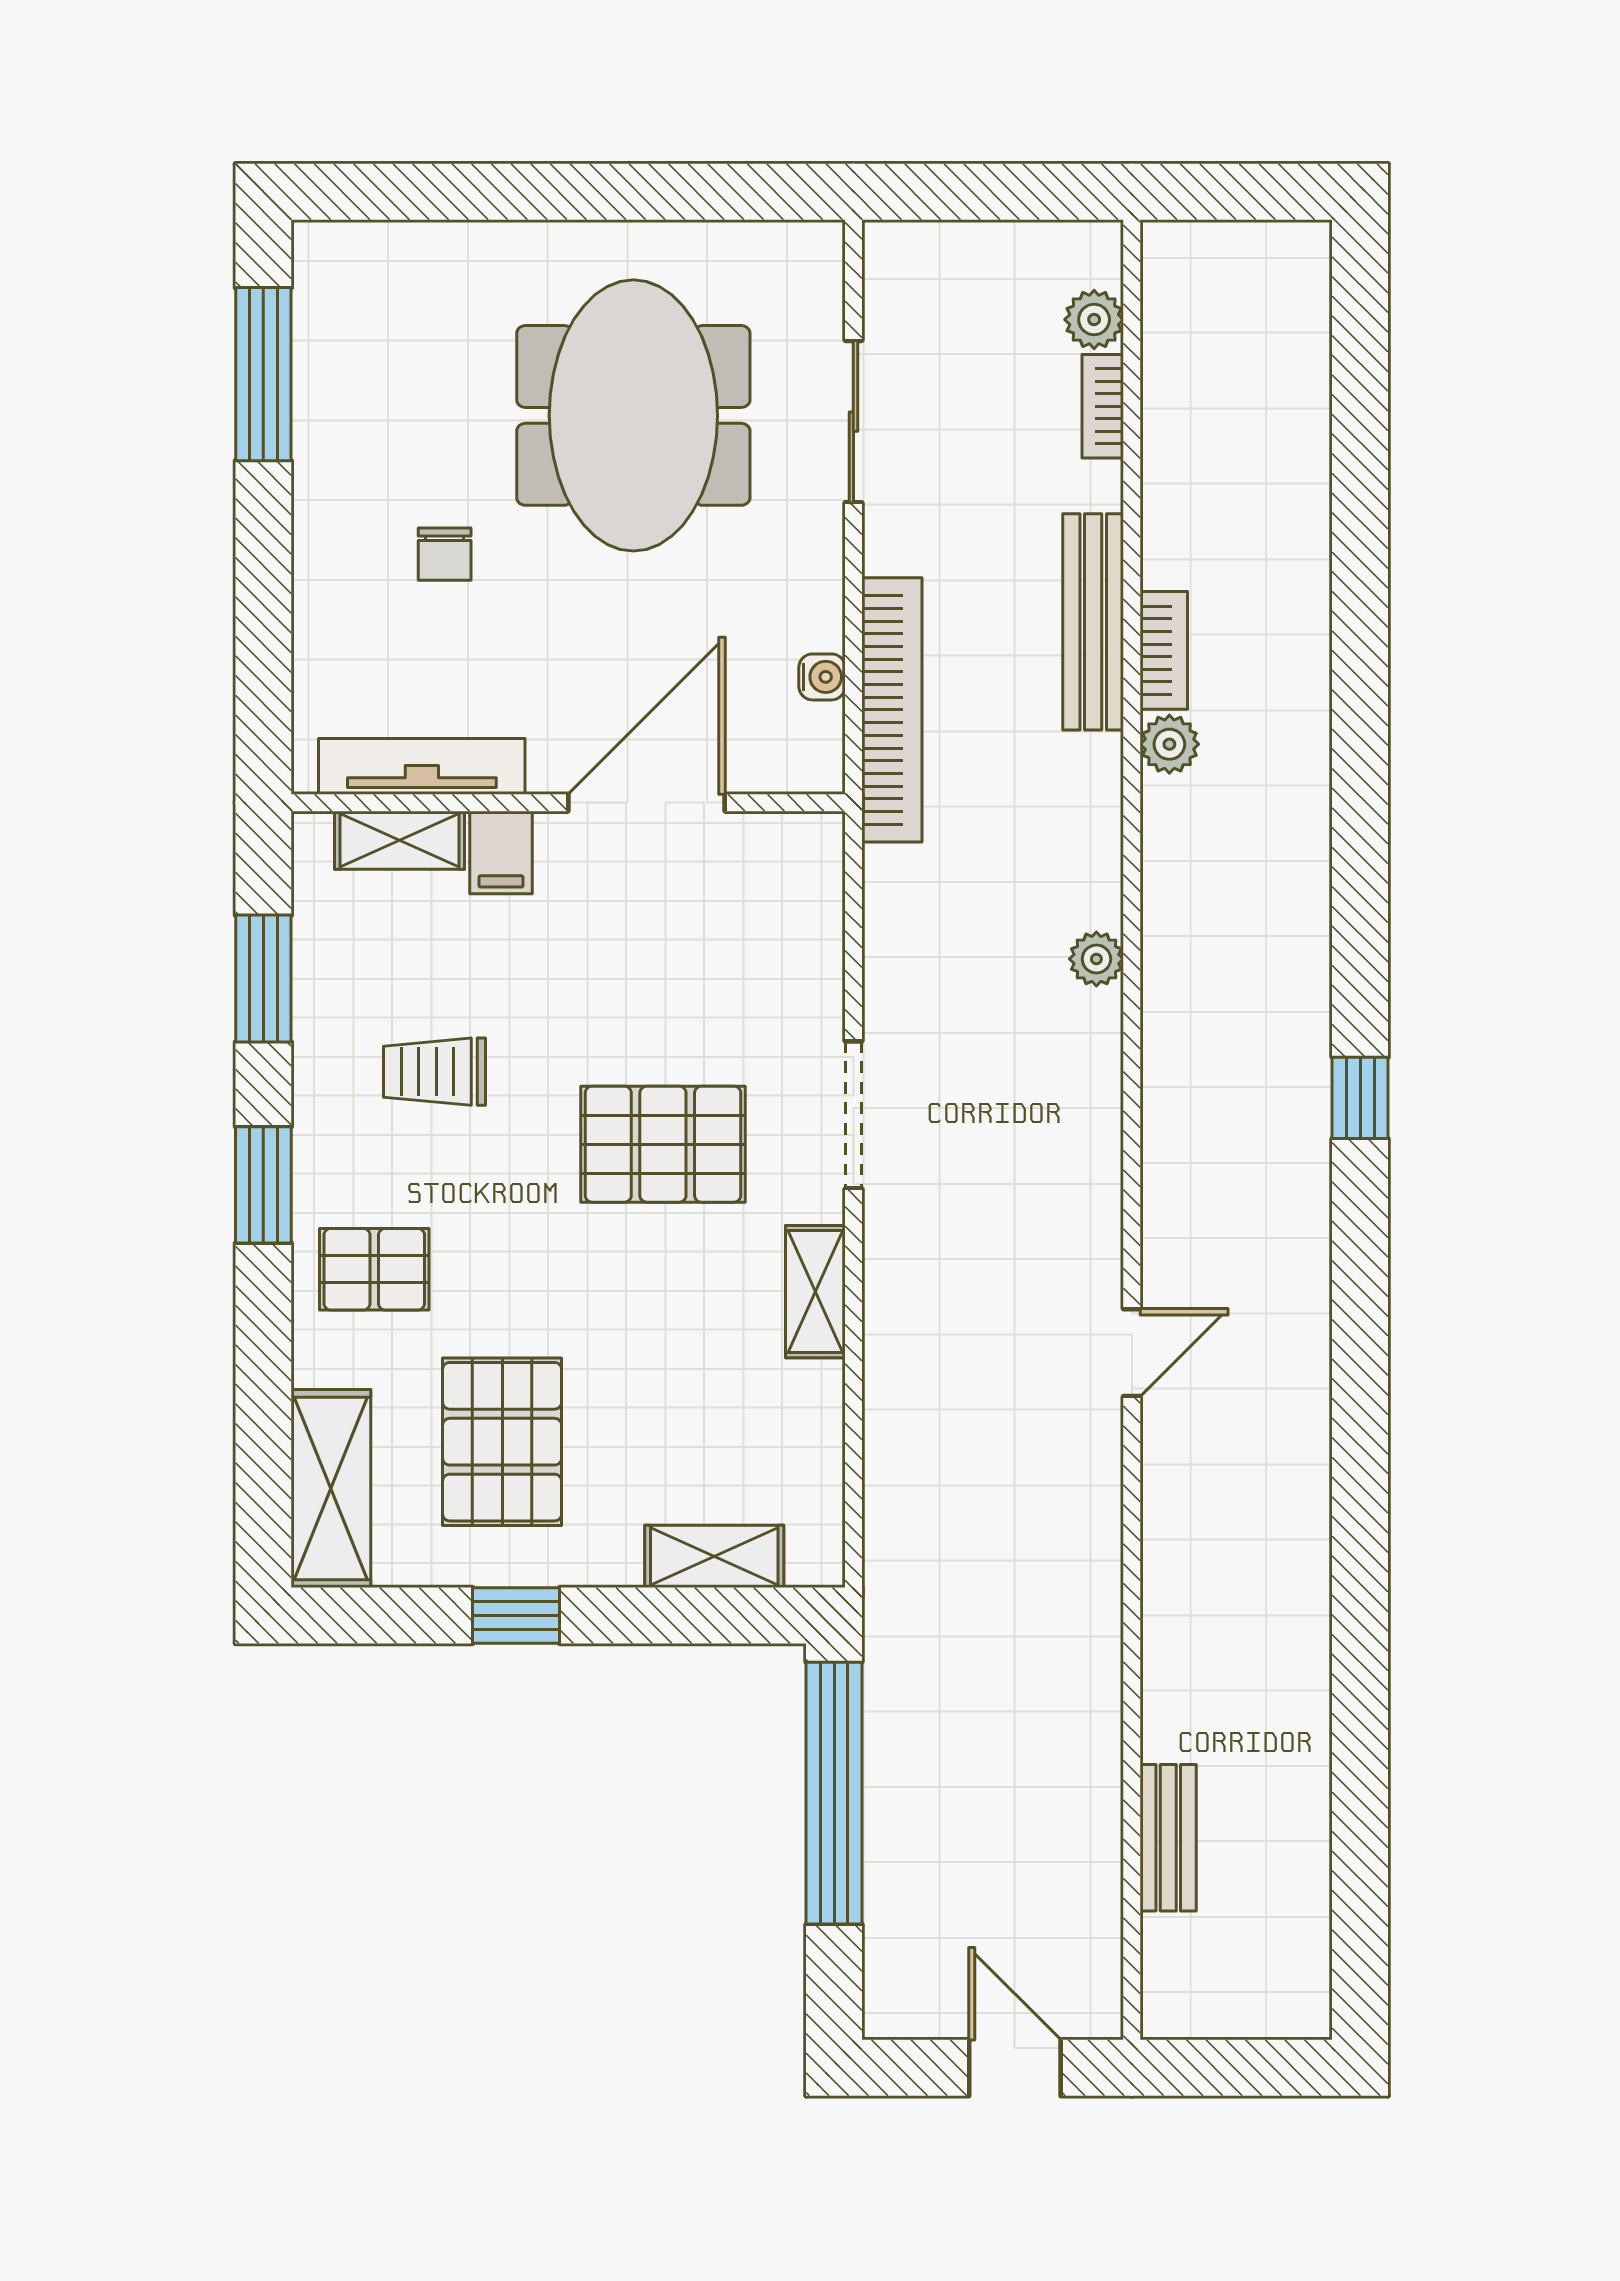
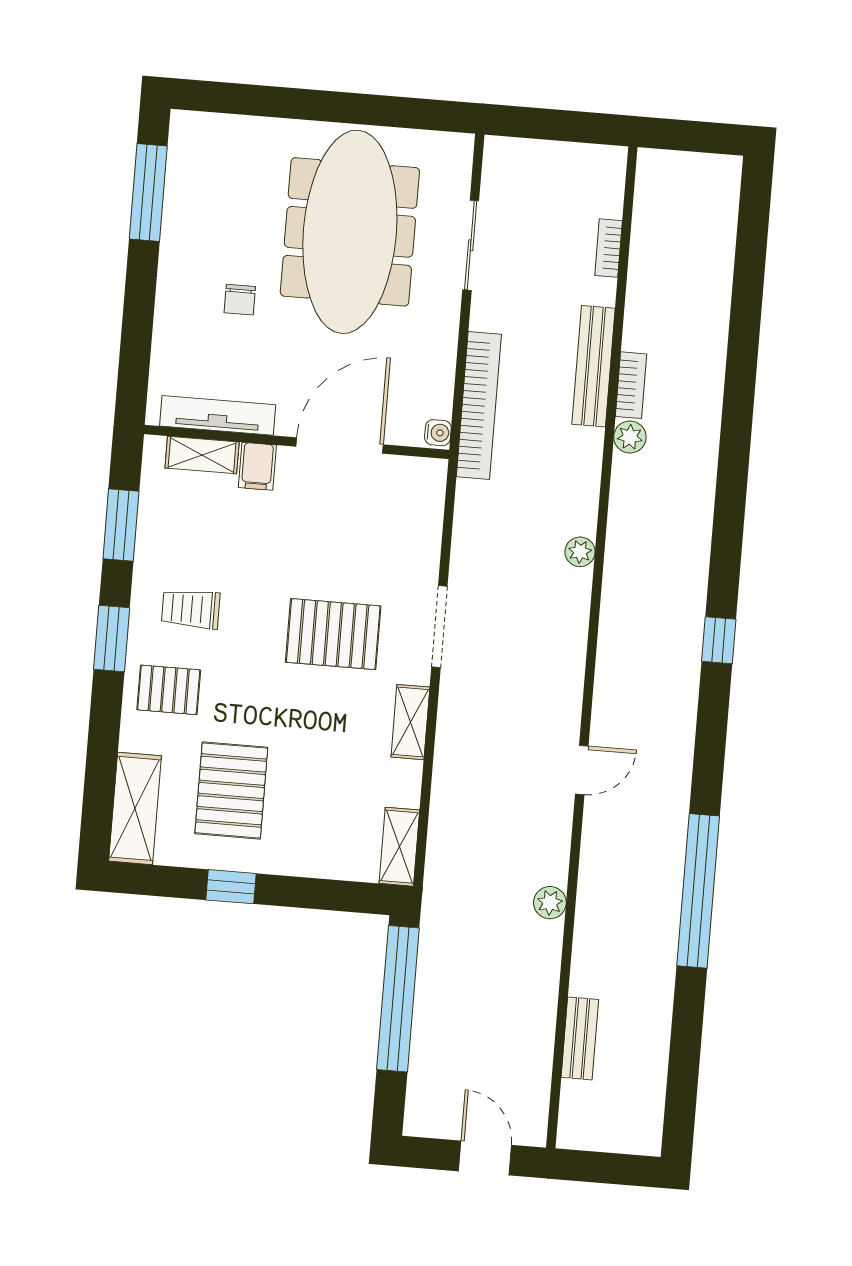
plant: (1094, 320) -> (550, 903), moved
meeting table: (633, 415) -> (350, 232), width x1.36
water cooler: (822, 677) -> (438, 433), moved
trolley: (434, 1072) -> (191, 609), moved
window: (1360, 1554) -> (698, 891), added
shelving: (714, 1556) -> (399, 847), moved, turned 90

